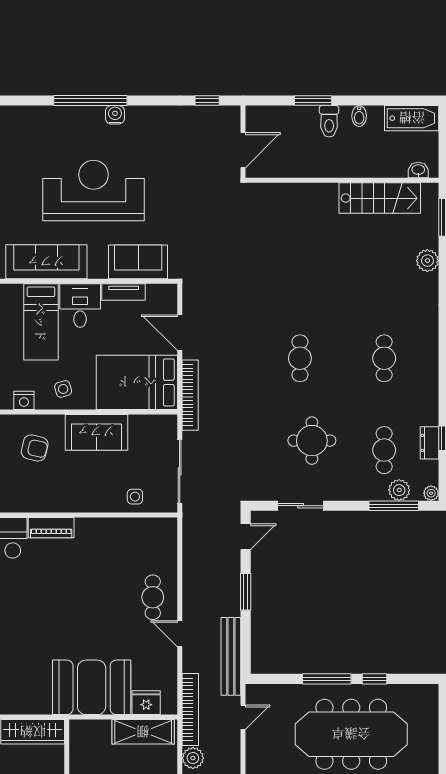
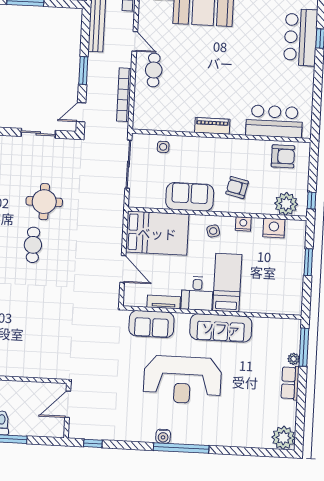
bookcase: (190, 395) -> (124, 95), moved
round table: (312, 441) -> (44, 202), moved
piano: (51, 528) -> (212, 126), moved

